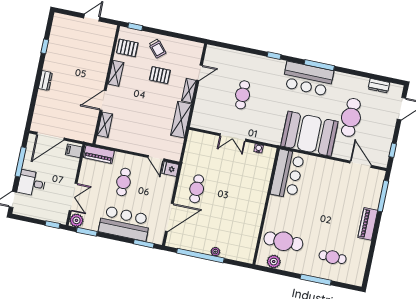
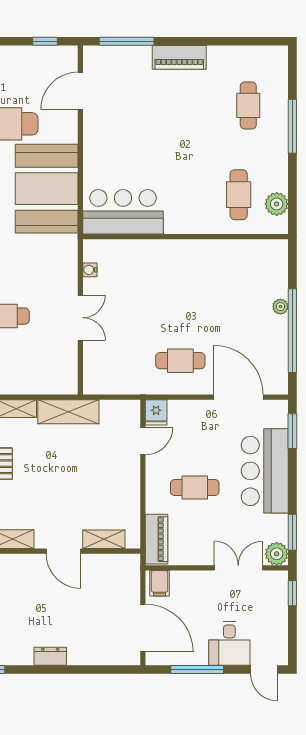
cafe table: (283, 241) -> (239, 195), width x0.73, depth x0.74

